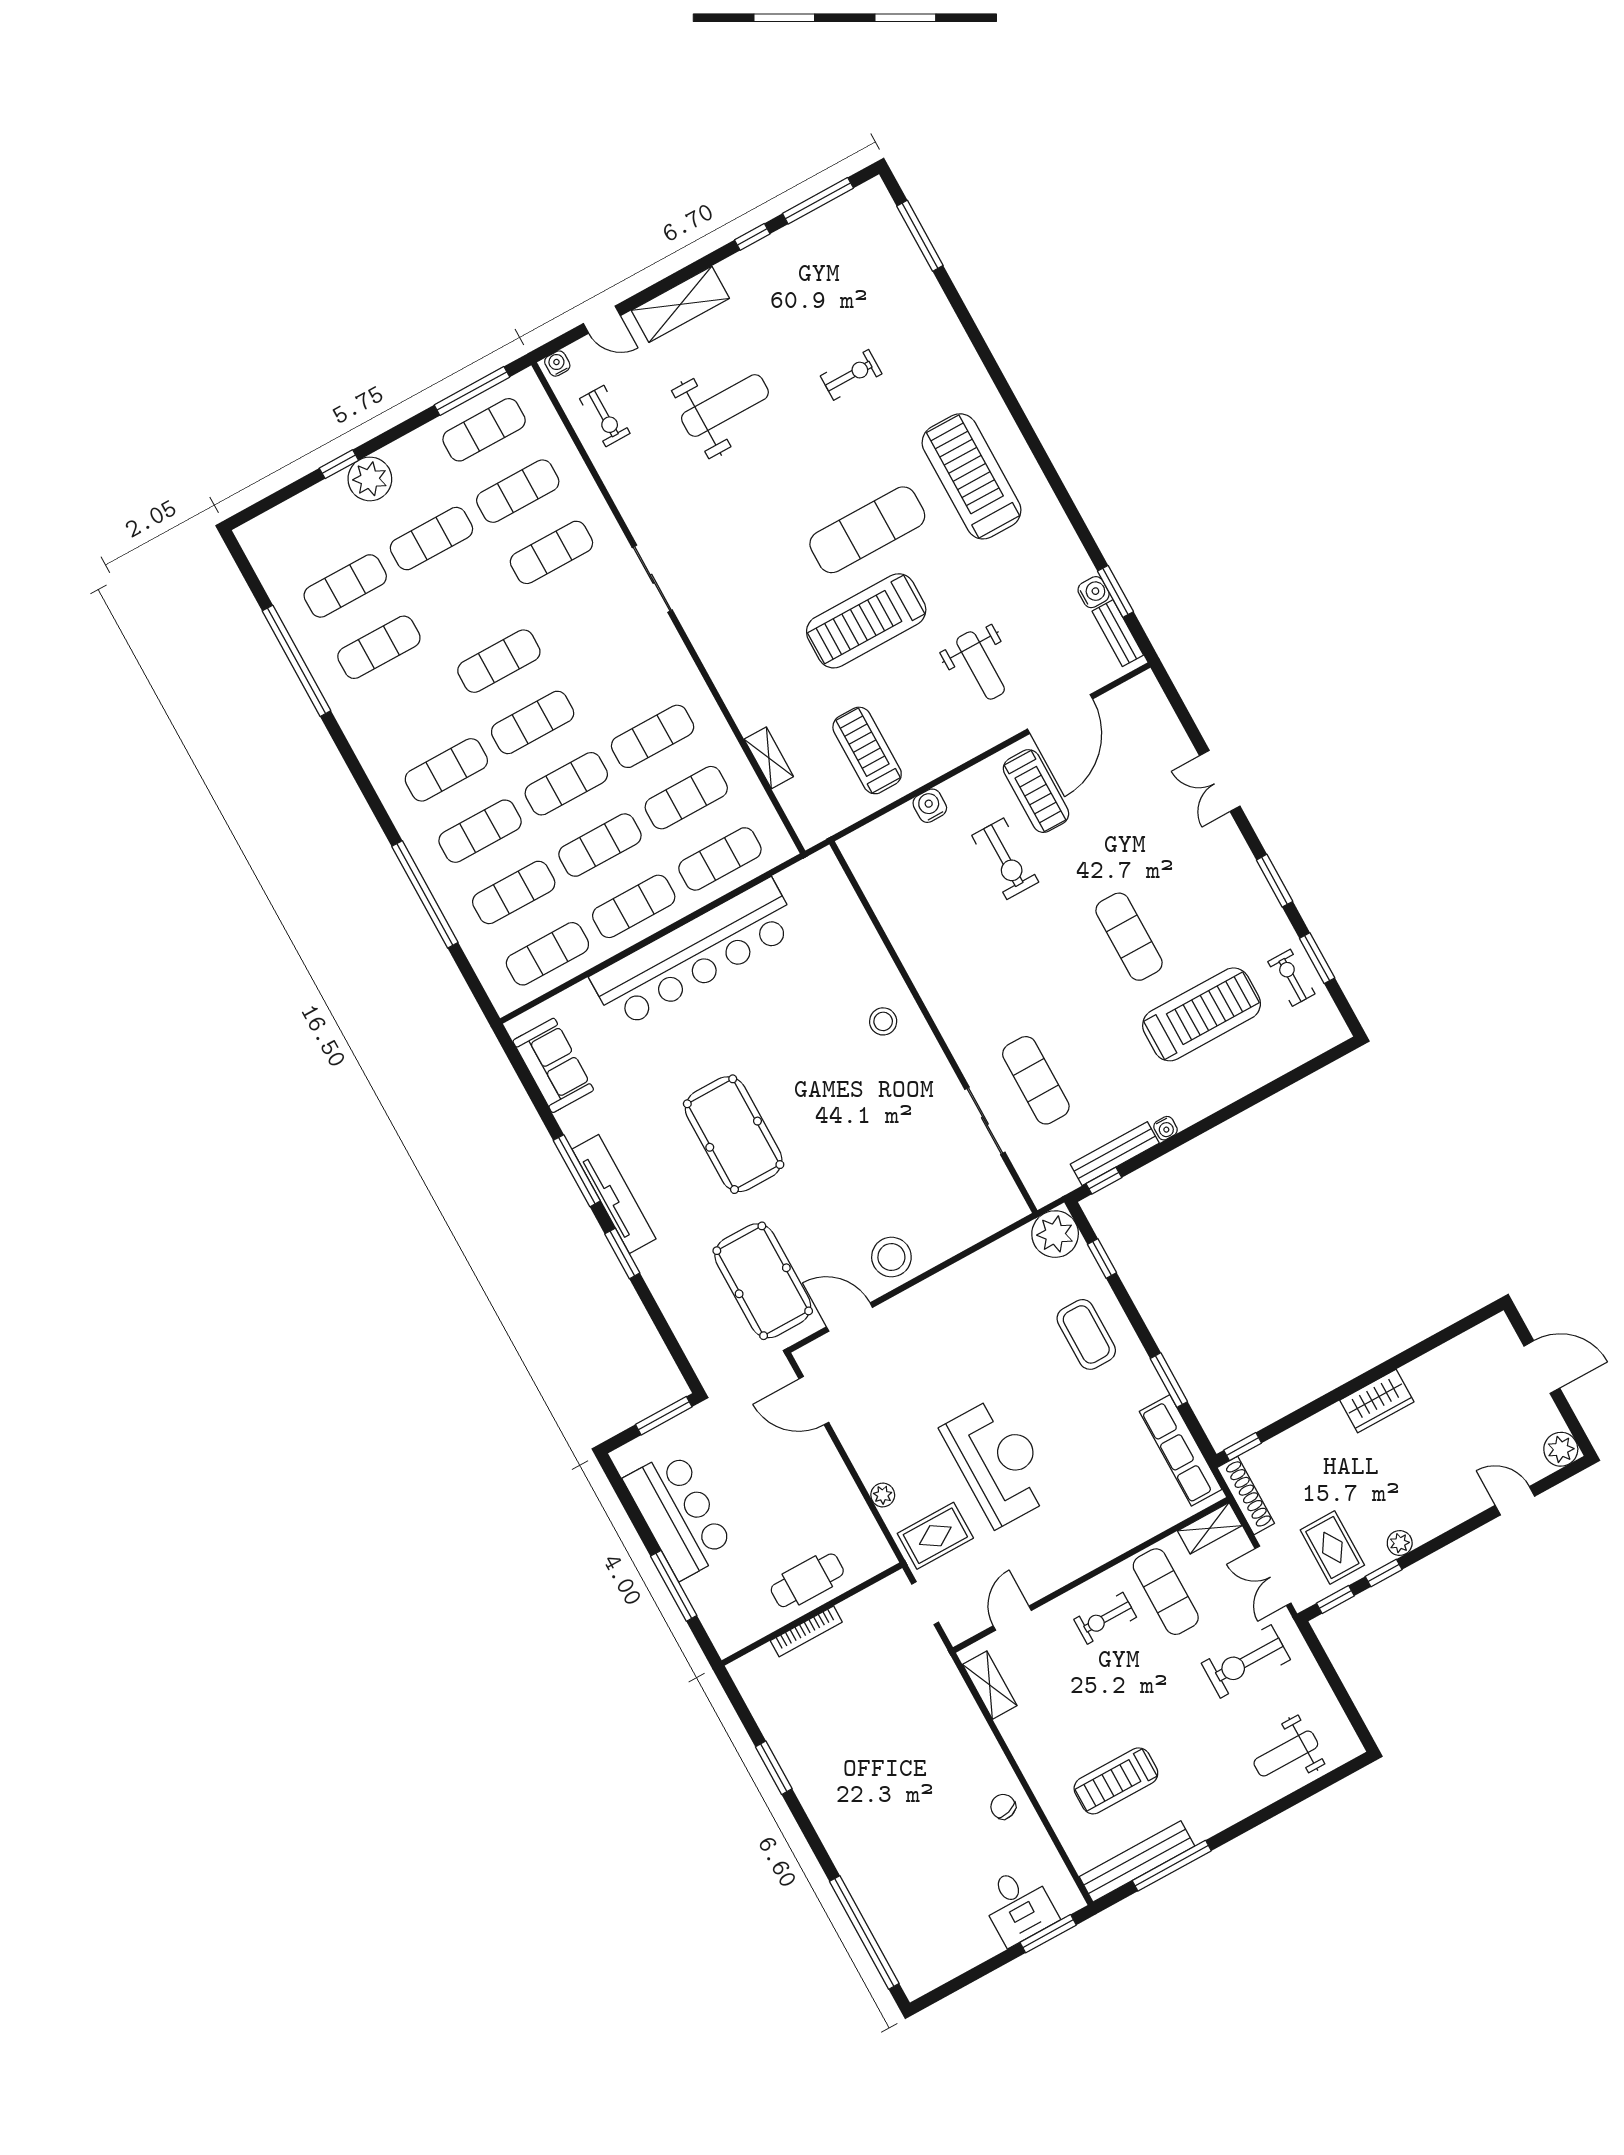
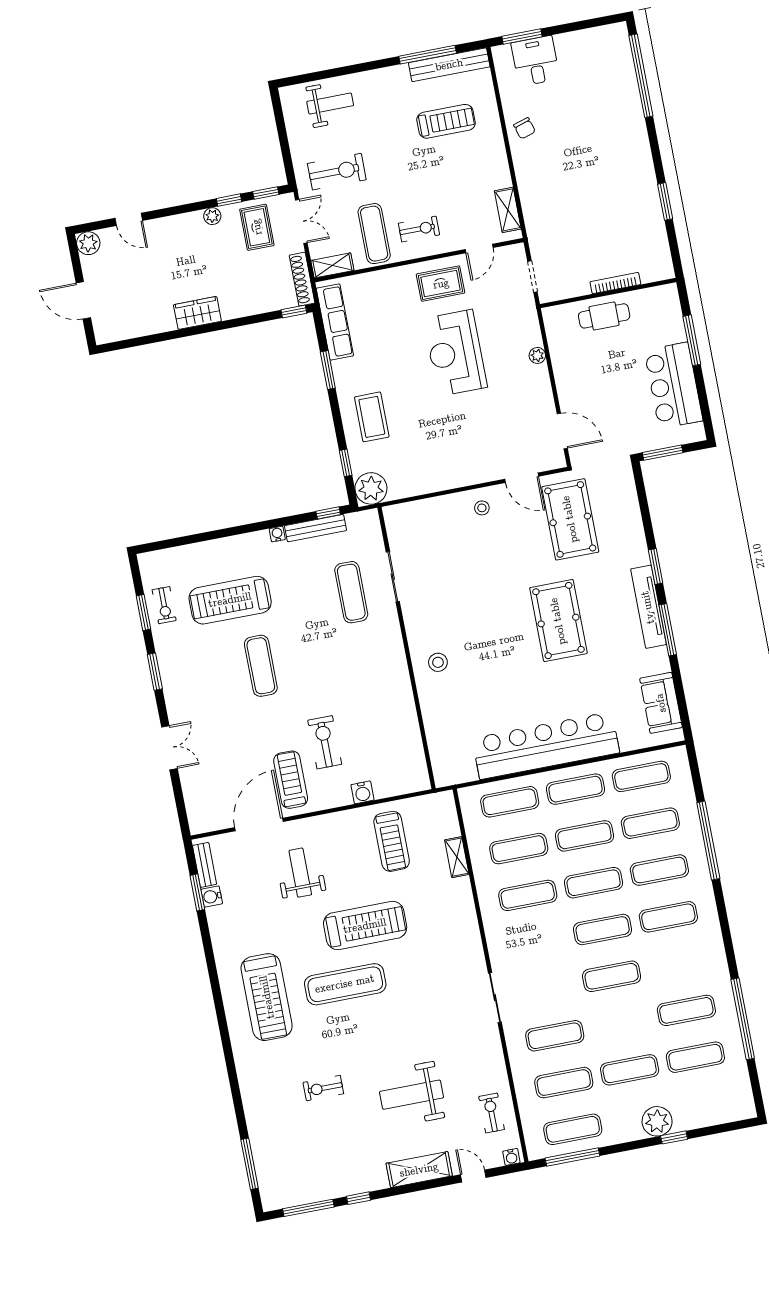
stool: (891, 1257) -> (482, 508), width x0.53, depth x0.53
rug: (935, 1536) -> (441, 284), moved

